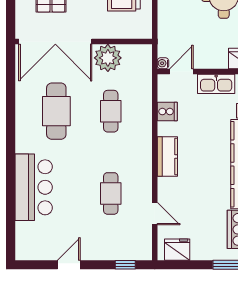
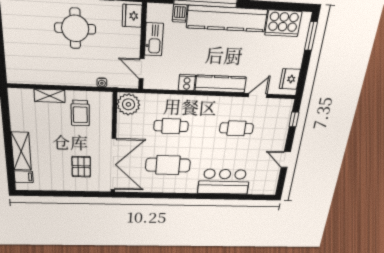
plant: (108, 58) -> (128, 104), moved
water cooler: (163, 63) -> (102, 83), moved
cooker: (167, 112) -> (187, 83), moved
kitchen counter: (167, 156) -> (221, 84), width x1.50

